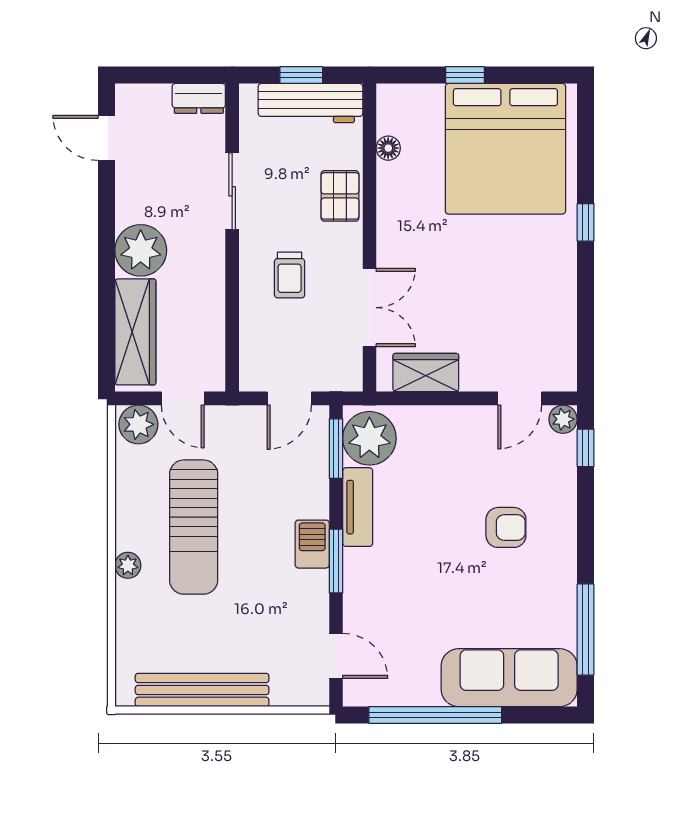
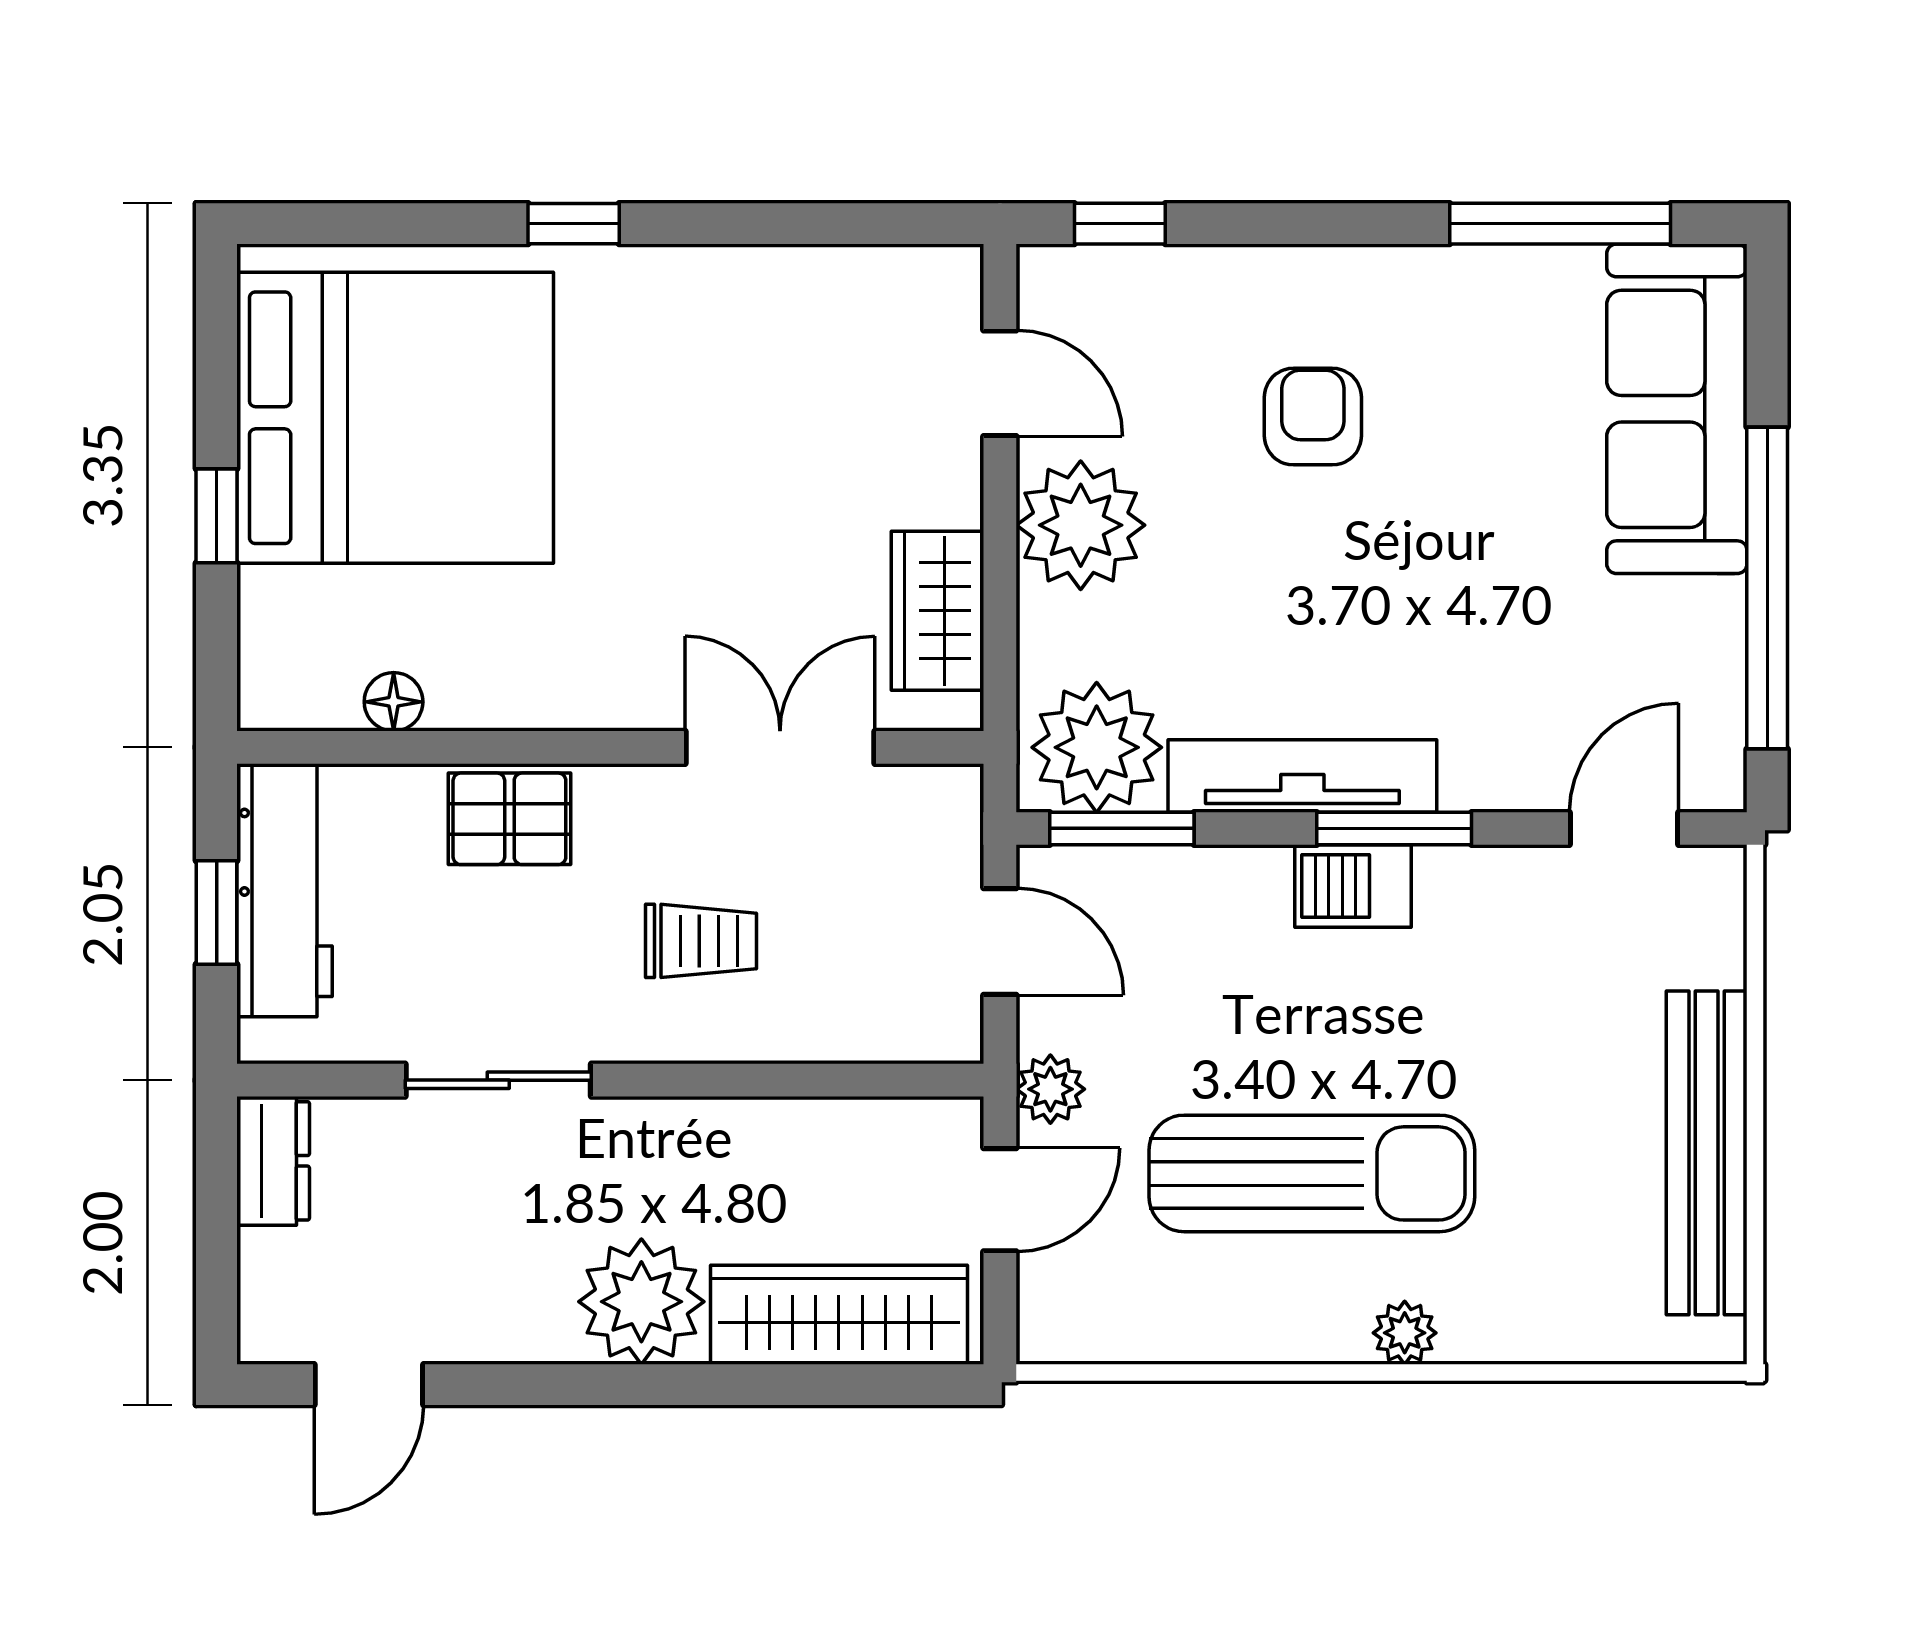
plant: (563, 419) -> (1081, 525), moved, width x1.87, depth x1.87
plant: (138, 424) -> (1050, 1089), moved, width x0.73, depth x0.73
tv unit: (358, 507) -> (1302, 776), width x1.41

